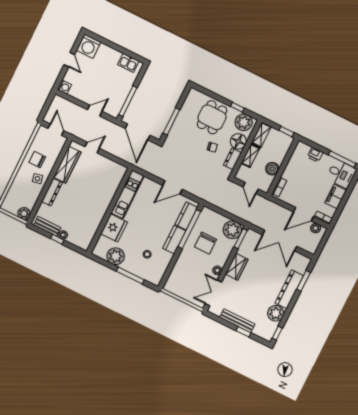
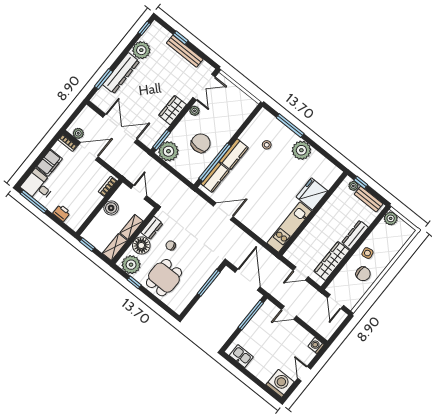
kitchen unit: (128, 194) -> (289, 227), moved
wall: (109, 211) -> (313, 214), moved
fridge: (114, 228) -> (312, 194), moved

